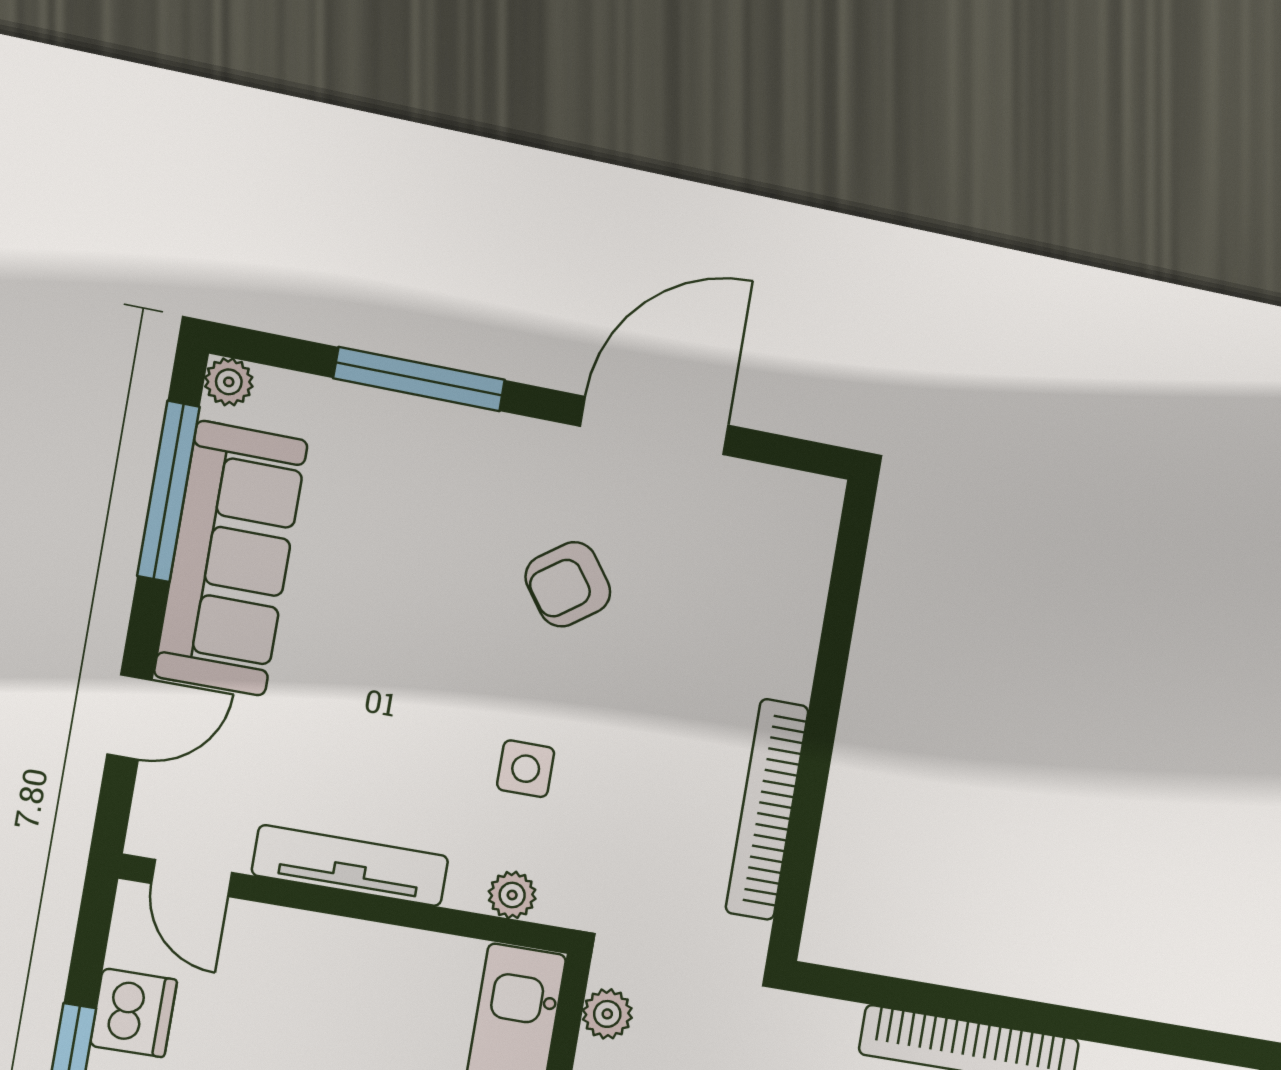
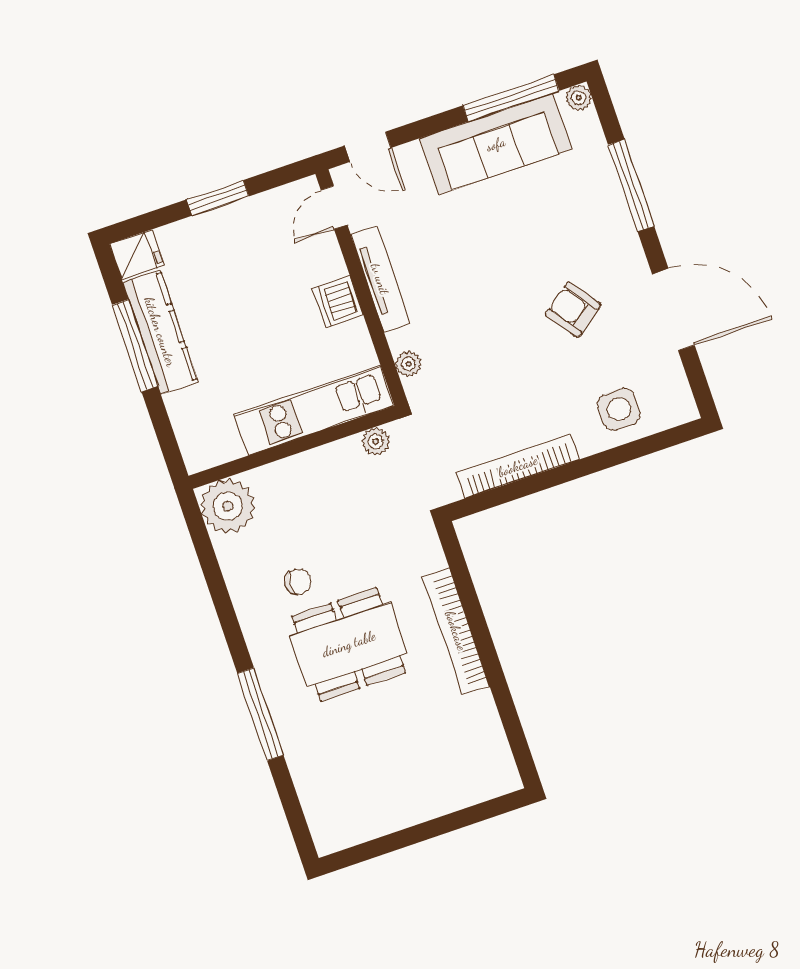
door: (130, 717) -> (368, 147), moved
side table: (526, 769) -> (619, 409), moved, width x1.37, depth x1.37
dishwasher: (134, 1013) -> (338, 302), moved, turned 90

